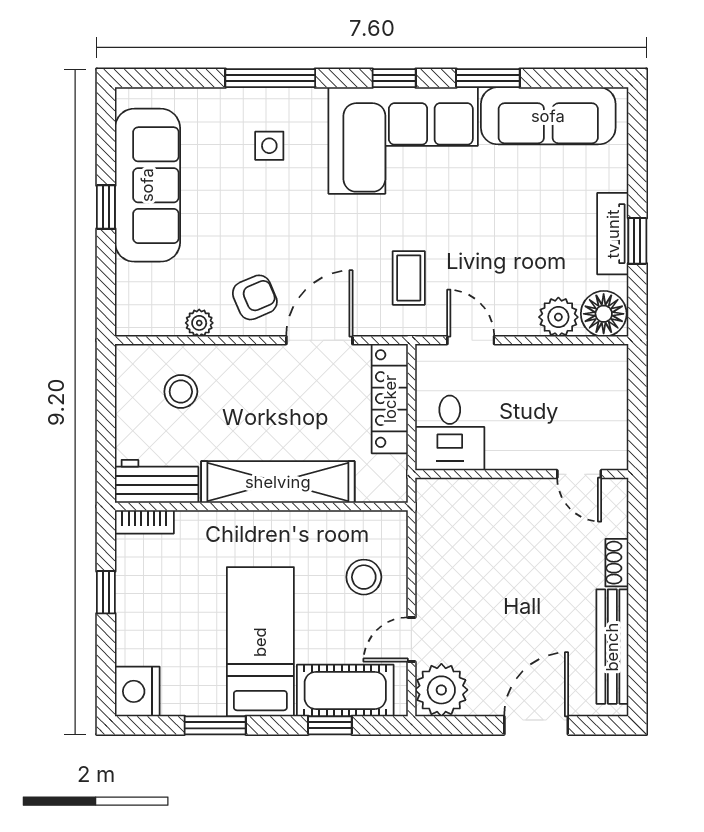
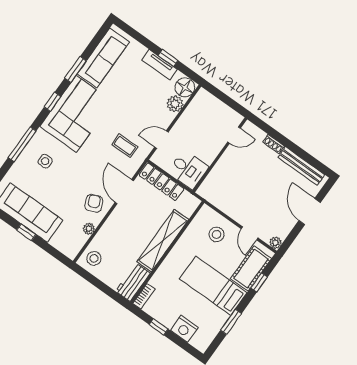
stool: (181, 392) -> (94, 258), moved
plant: (441, 690) -> (276, 243), width x0.53, depth x0.53
nightstand: (137, 691) -> (184, 329), moved

